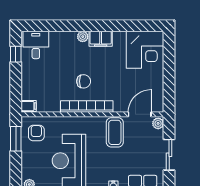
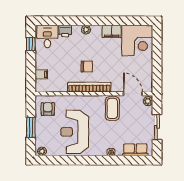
printer: (57, 38) -> (65, 31), added
filing cabinet: (101, 39) -> (112, 31), moved
filing cabinet: (29, 106) -> (41, 74), moved
door: (140, 114) -> (133, 94), hinge flipped
window: (16, 139) -> (31, 127), moved

